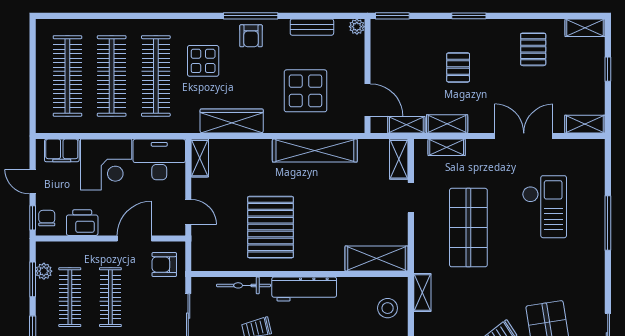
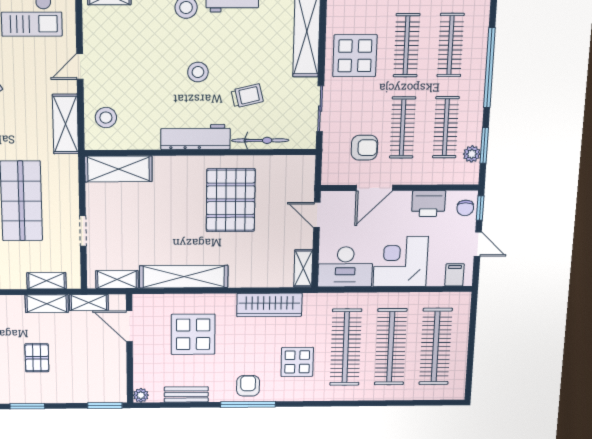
filing cabinet: (62, 150) -> (455, 275), width x0.50
shelving: (399, 159) -> (117, 280), moved, turned 90
armchair: (164, 265) -> (364, 148), moved
shelving: (422, 293) -> (65, 124), width x1.50, depth x1.33

